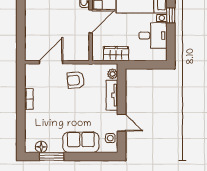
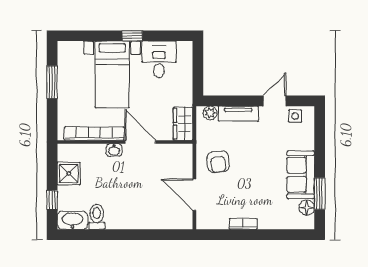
wardrobe: (116, 54) -> (183, 124), moved
sofa: (81, 142) -> (301, 175), moved

